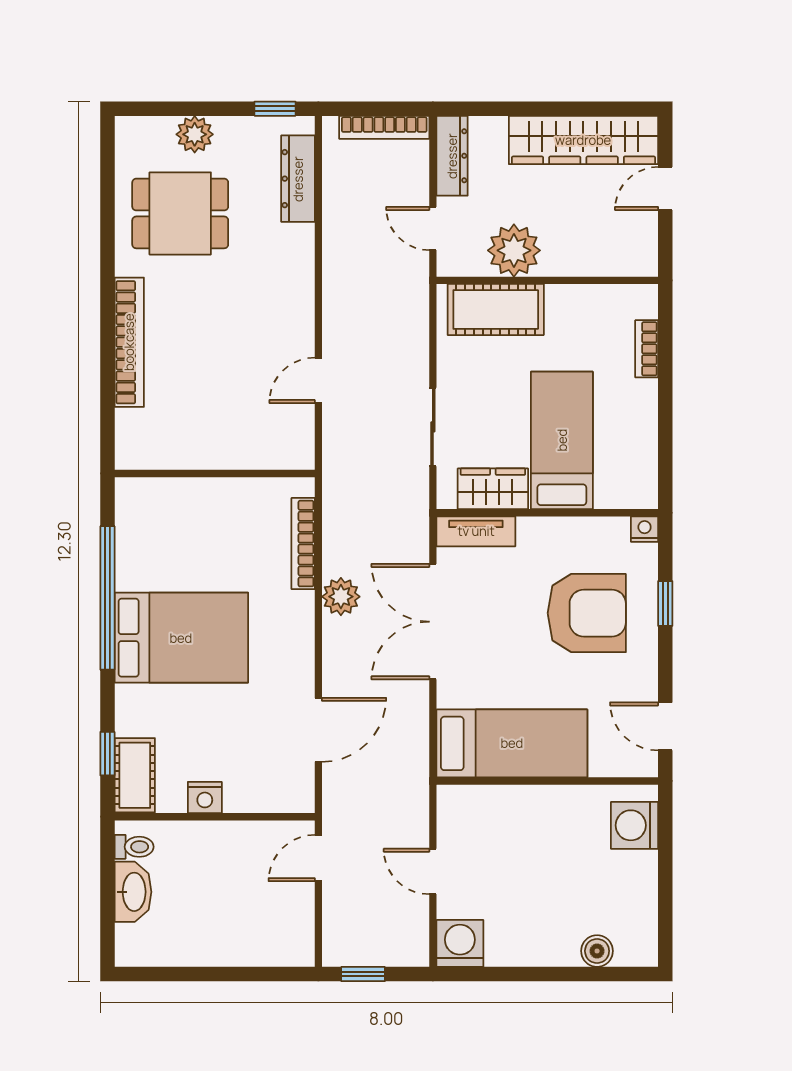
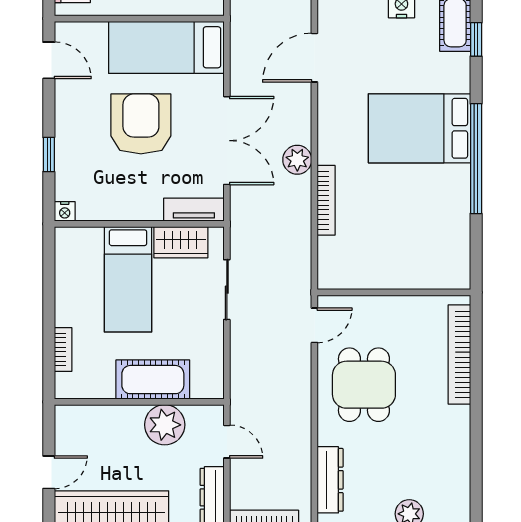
dining table: (180, 213) -> (364, 385), moved, turned 90
cot: (496, 310) -> (153, 380), moved
wall: (215, 473) -> (394, 292), moved
armchair: (587, 613) -> (141, 124), moved, turned 90

